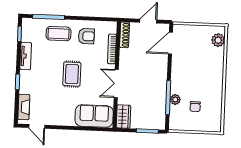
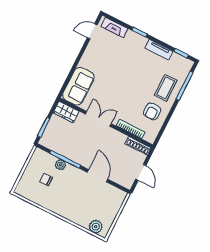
door: (170, 43) -> (98, 176), moved
rug: (72, 74) -> (124, 83), removed

